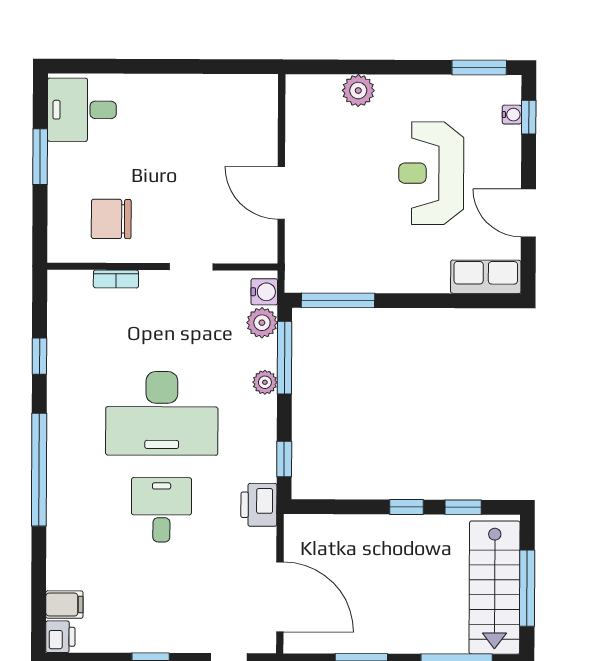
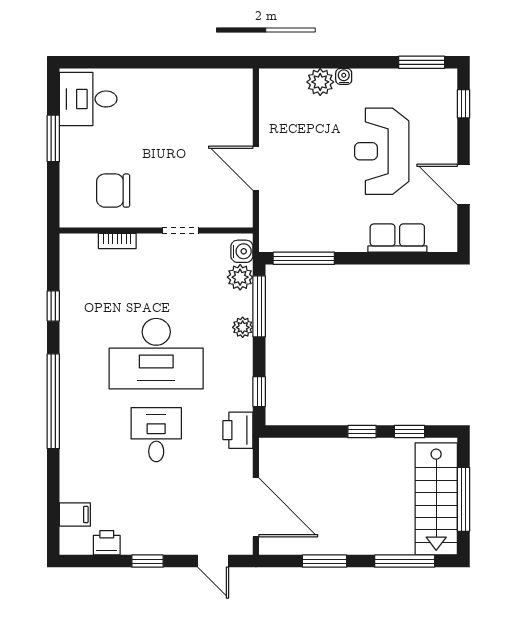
water cooler: (512, 115) -> (344, 76), moved, turned -90
row of seats: (486, 277) -> (397, 238), moved
printer: (60, 637) -> (107, 543), moved, turned -90

